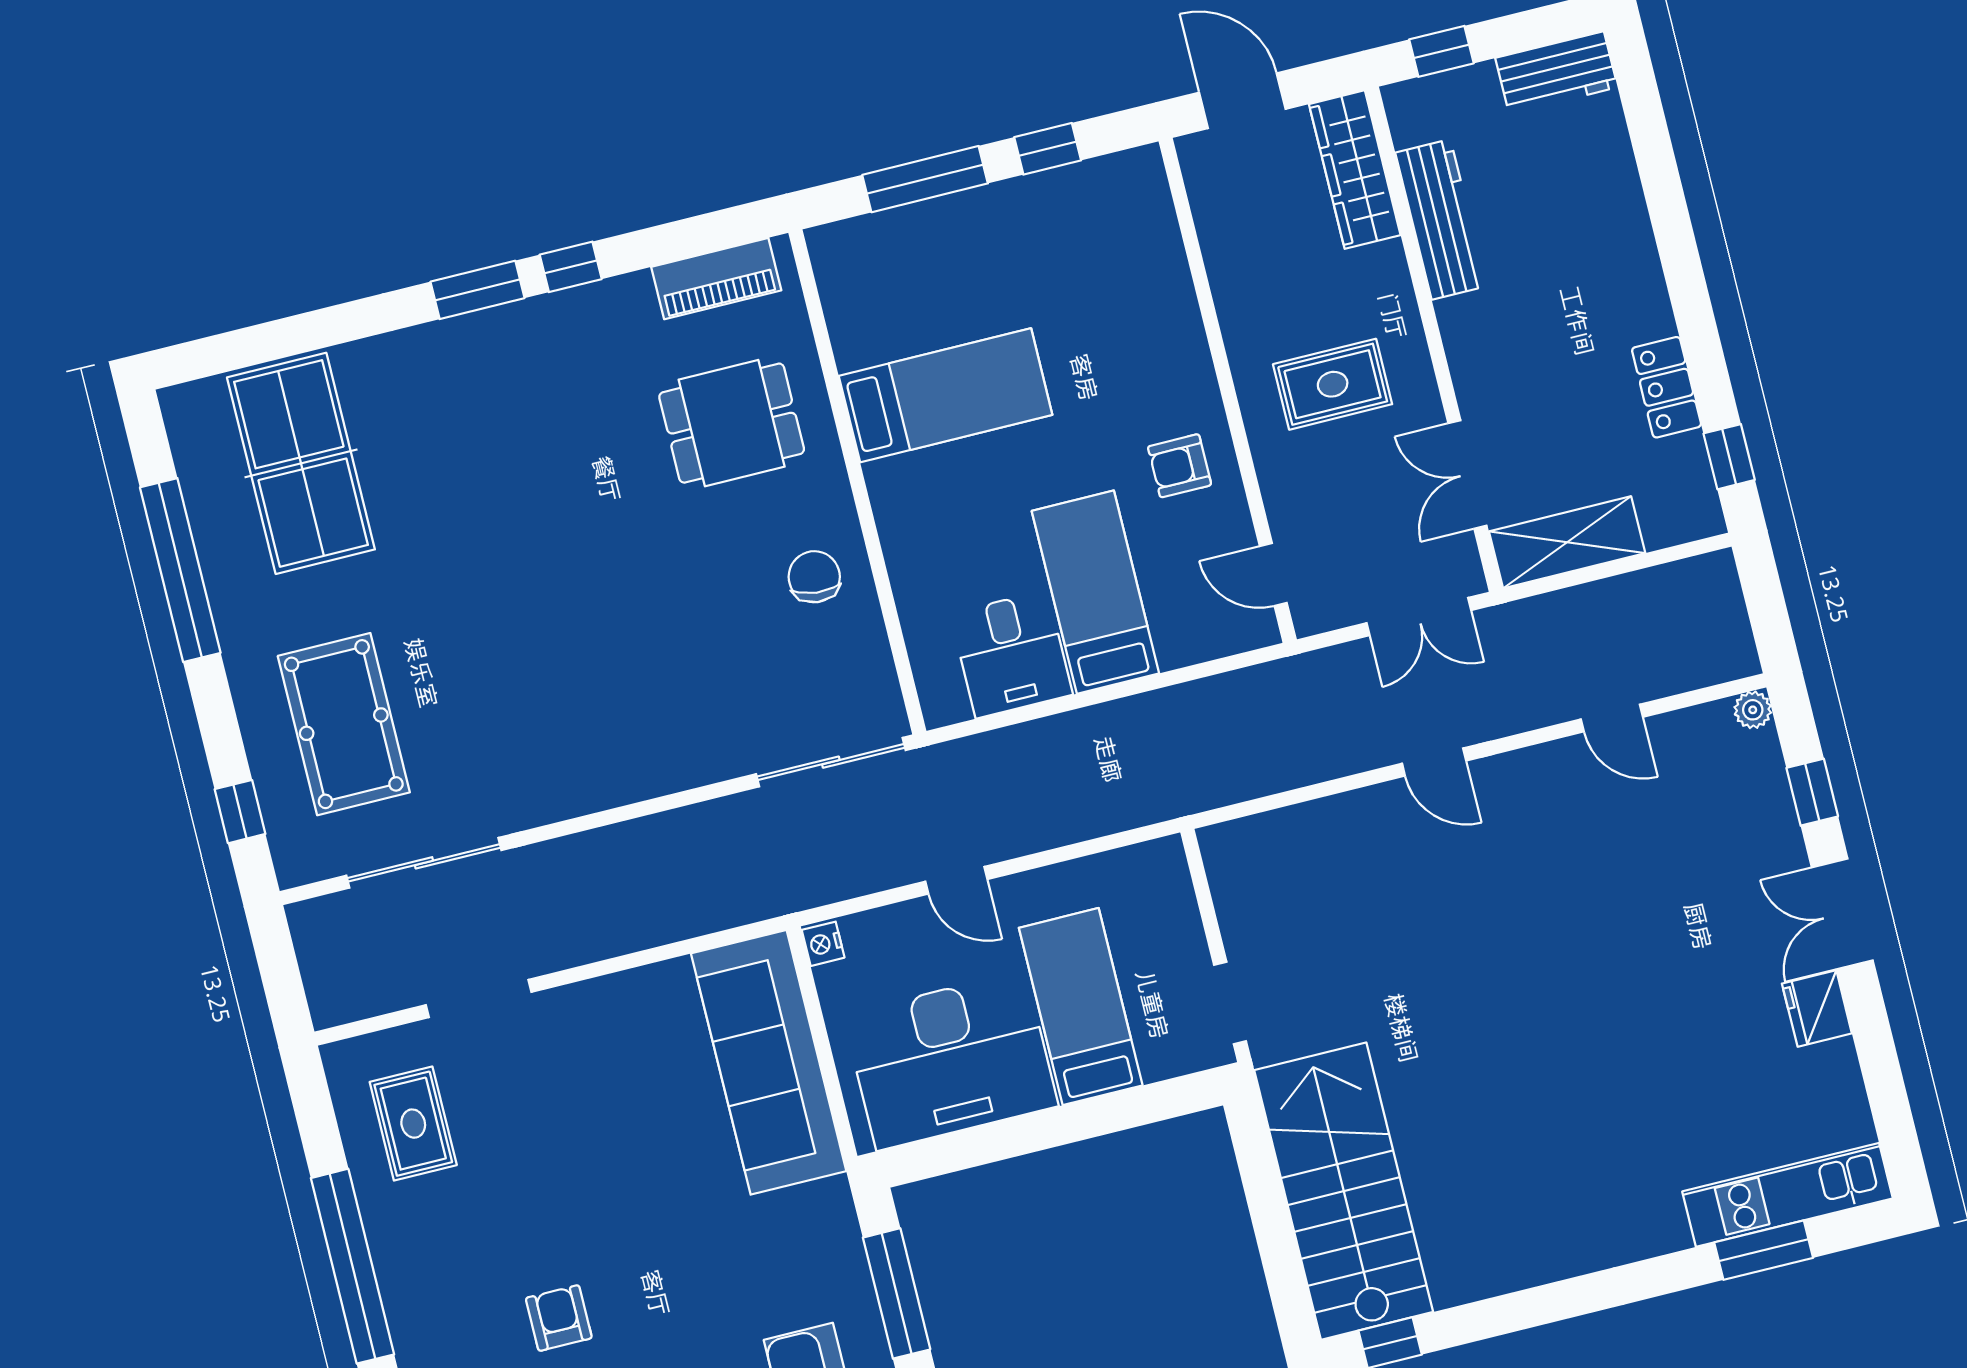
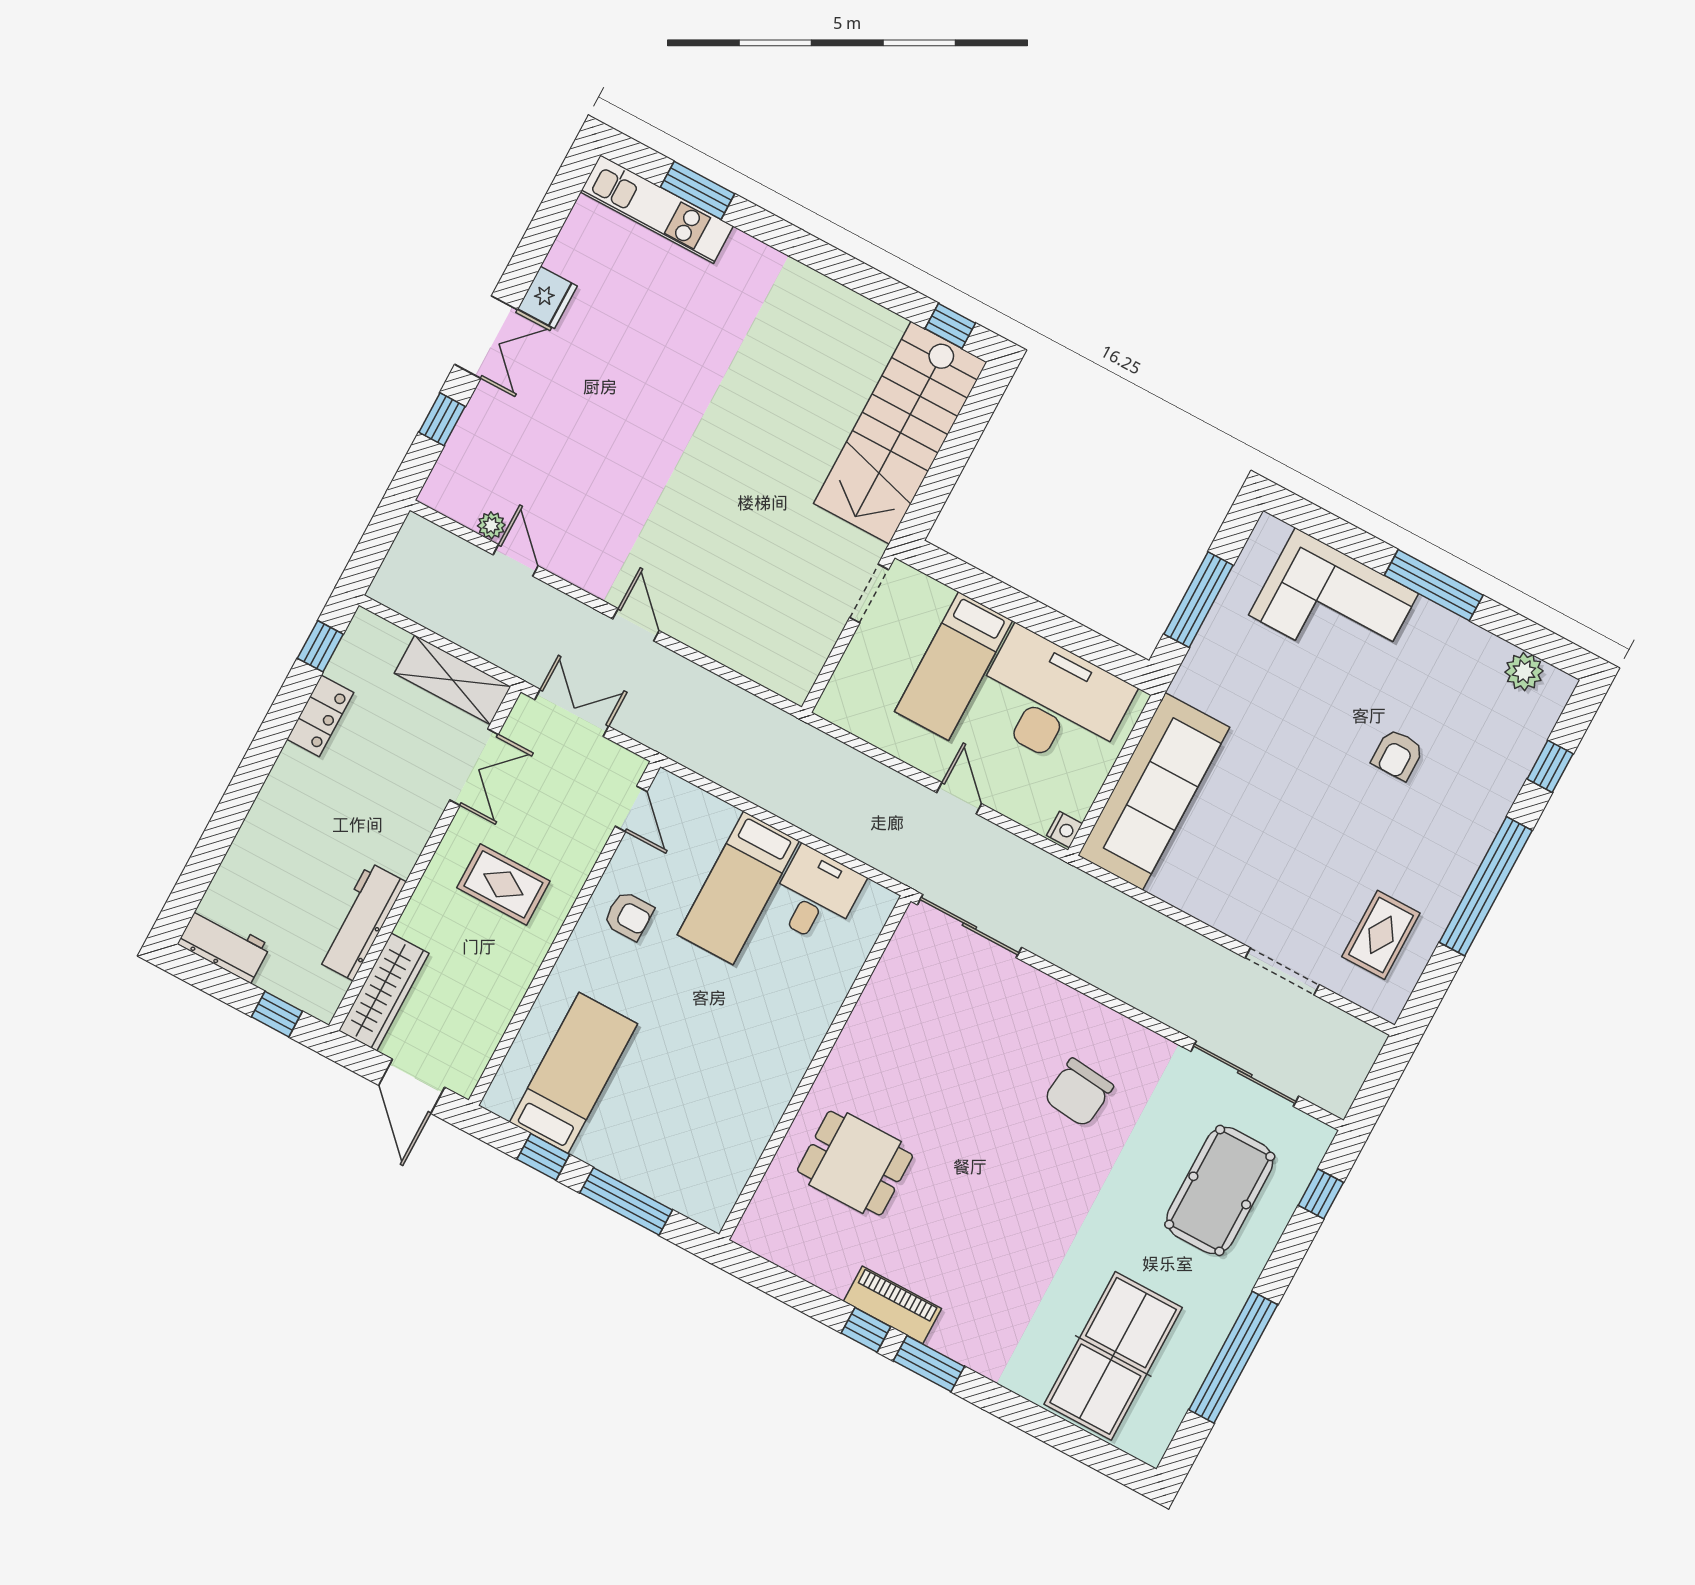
piano: (716, 279) -> (892, 1305), moved
bed: (946, 395) -> (573, 1073), moved, turned 90
chair: (814, 577) -> (1079, 1093), moved, width x1.37, depth x1.37
plant: (1753, 710) -> (491, 525), moved

